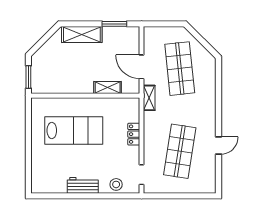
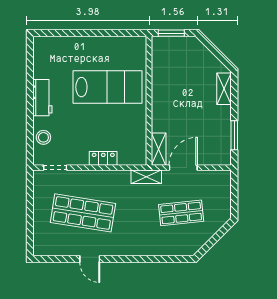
shelving: (82, 35) -> (224, 89), width x0.67, depth x0.75
shop shelf: (180, 69) -> (181, 213), width x0.70, depth x0.74
shelving: (108, 88) -> (159, 149), moved
lab bench: (74, 130) -> (108, 87), turned -90

